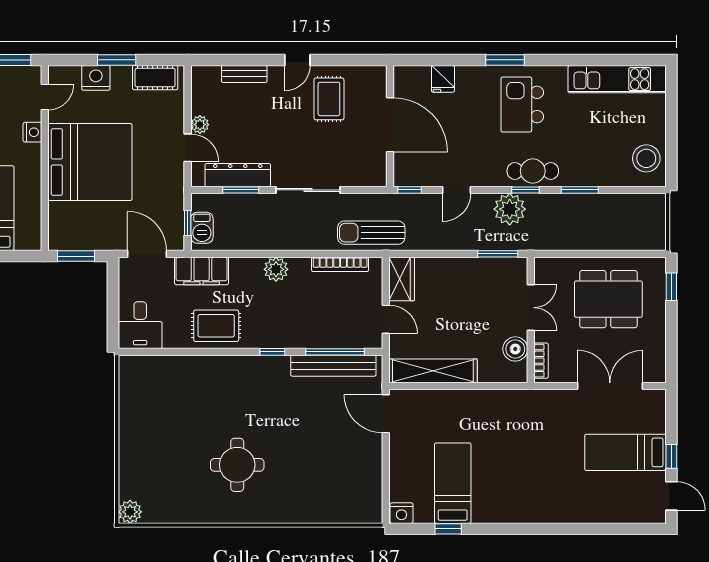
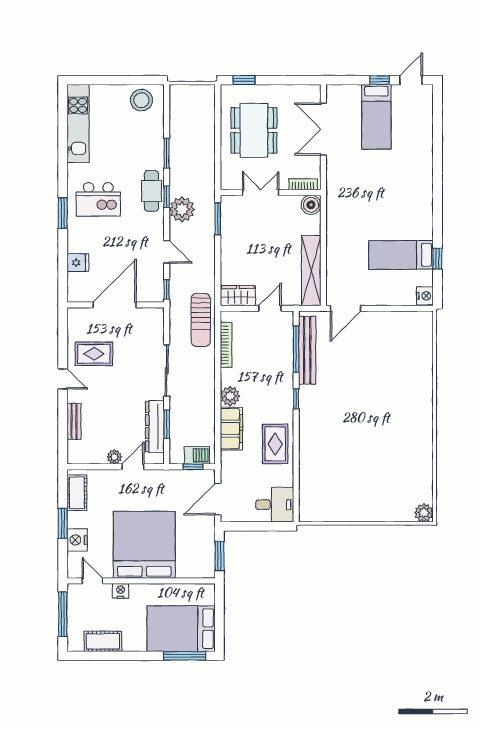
filing cabinet: (202, 271) -> (231, 429), moved
boiler: (515, 349) -> (311, 205), moved
round table: (237, 465) -> (386, 427), removed

